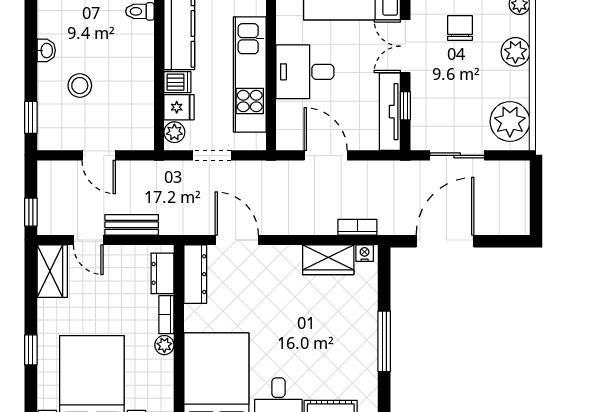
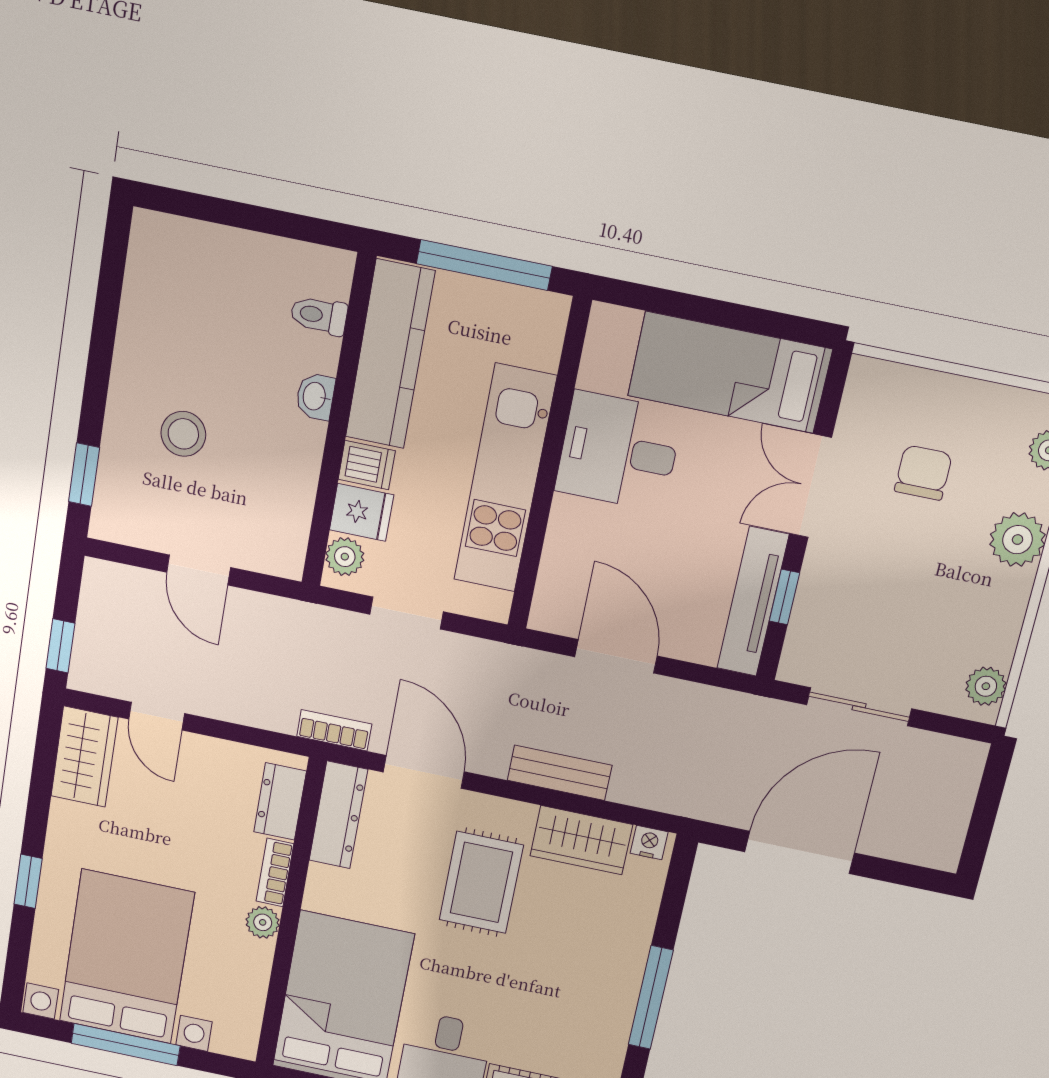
washbasin: (46, 50) -> (315, 396), moved, turned 180
desk: (305, 72) -> (619, 451), moved
plant: (510, 121) -> (986, 686), width x0.53, depth x0.53
bench: (132, 225) -> (560, 773), moved
bookcase: (357, 227) -> (334, 730), moved
rug: (279, 296) -> (481, 882), added

